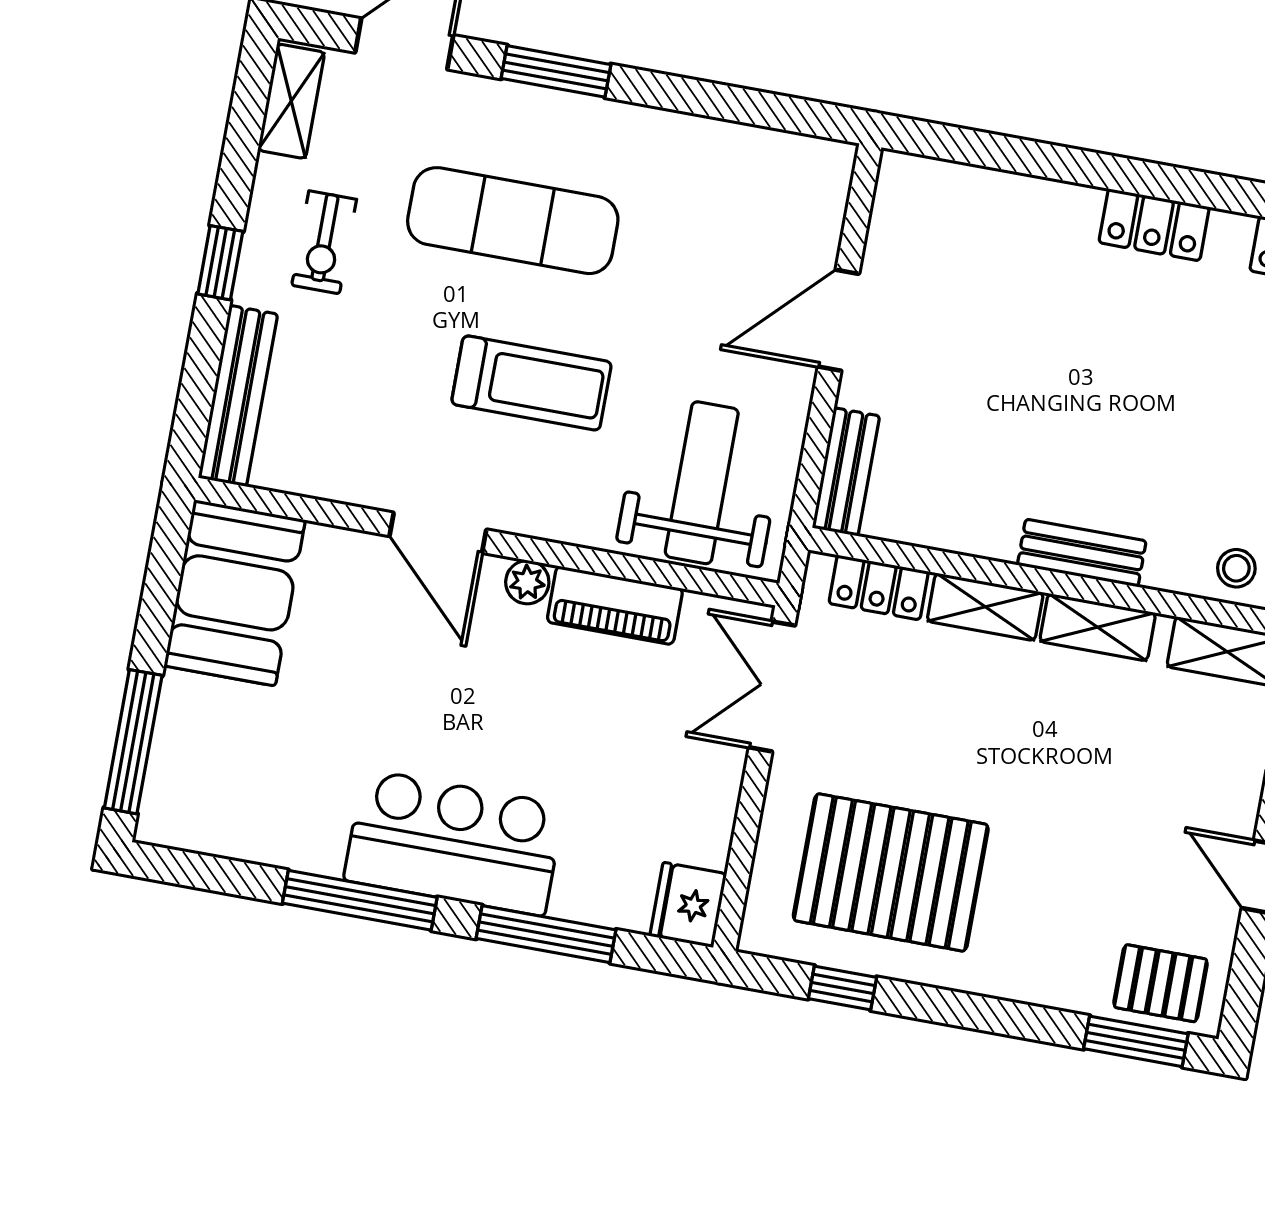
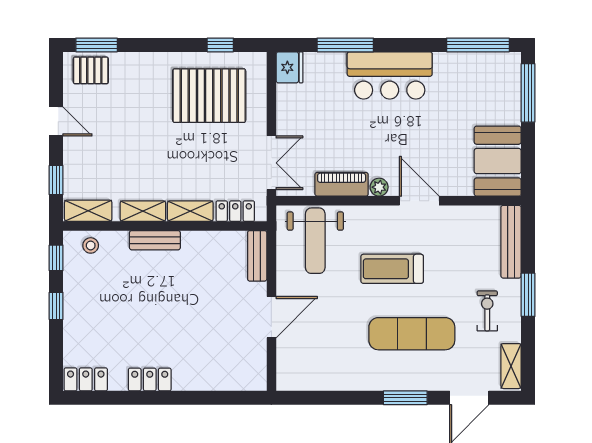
window: (220, 263) -> (528, 295), width x1.50
window: (360, 900) -> (478, 45), moved

